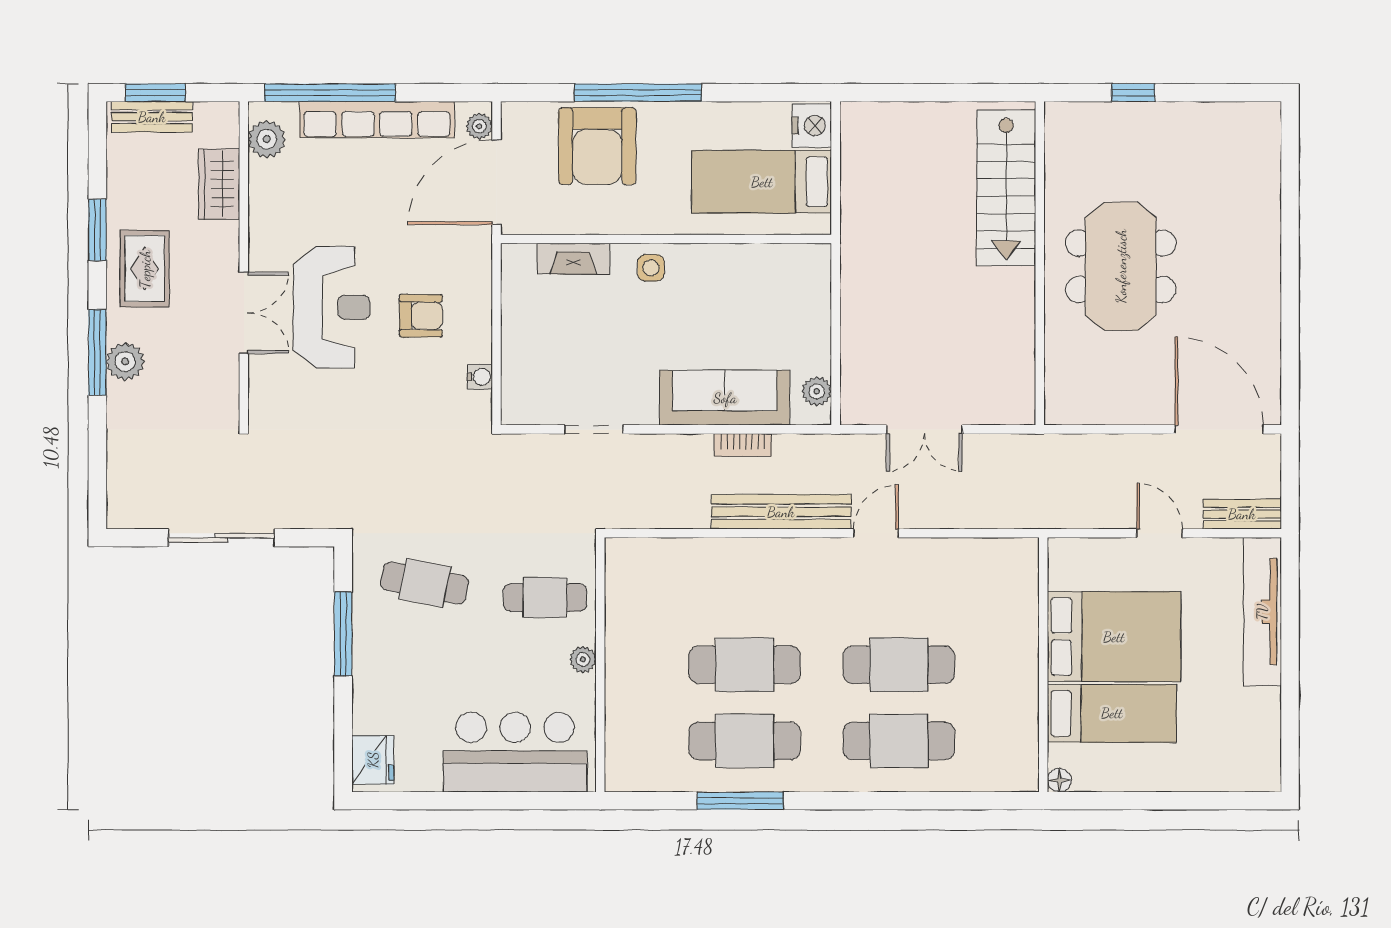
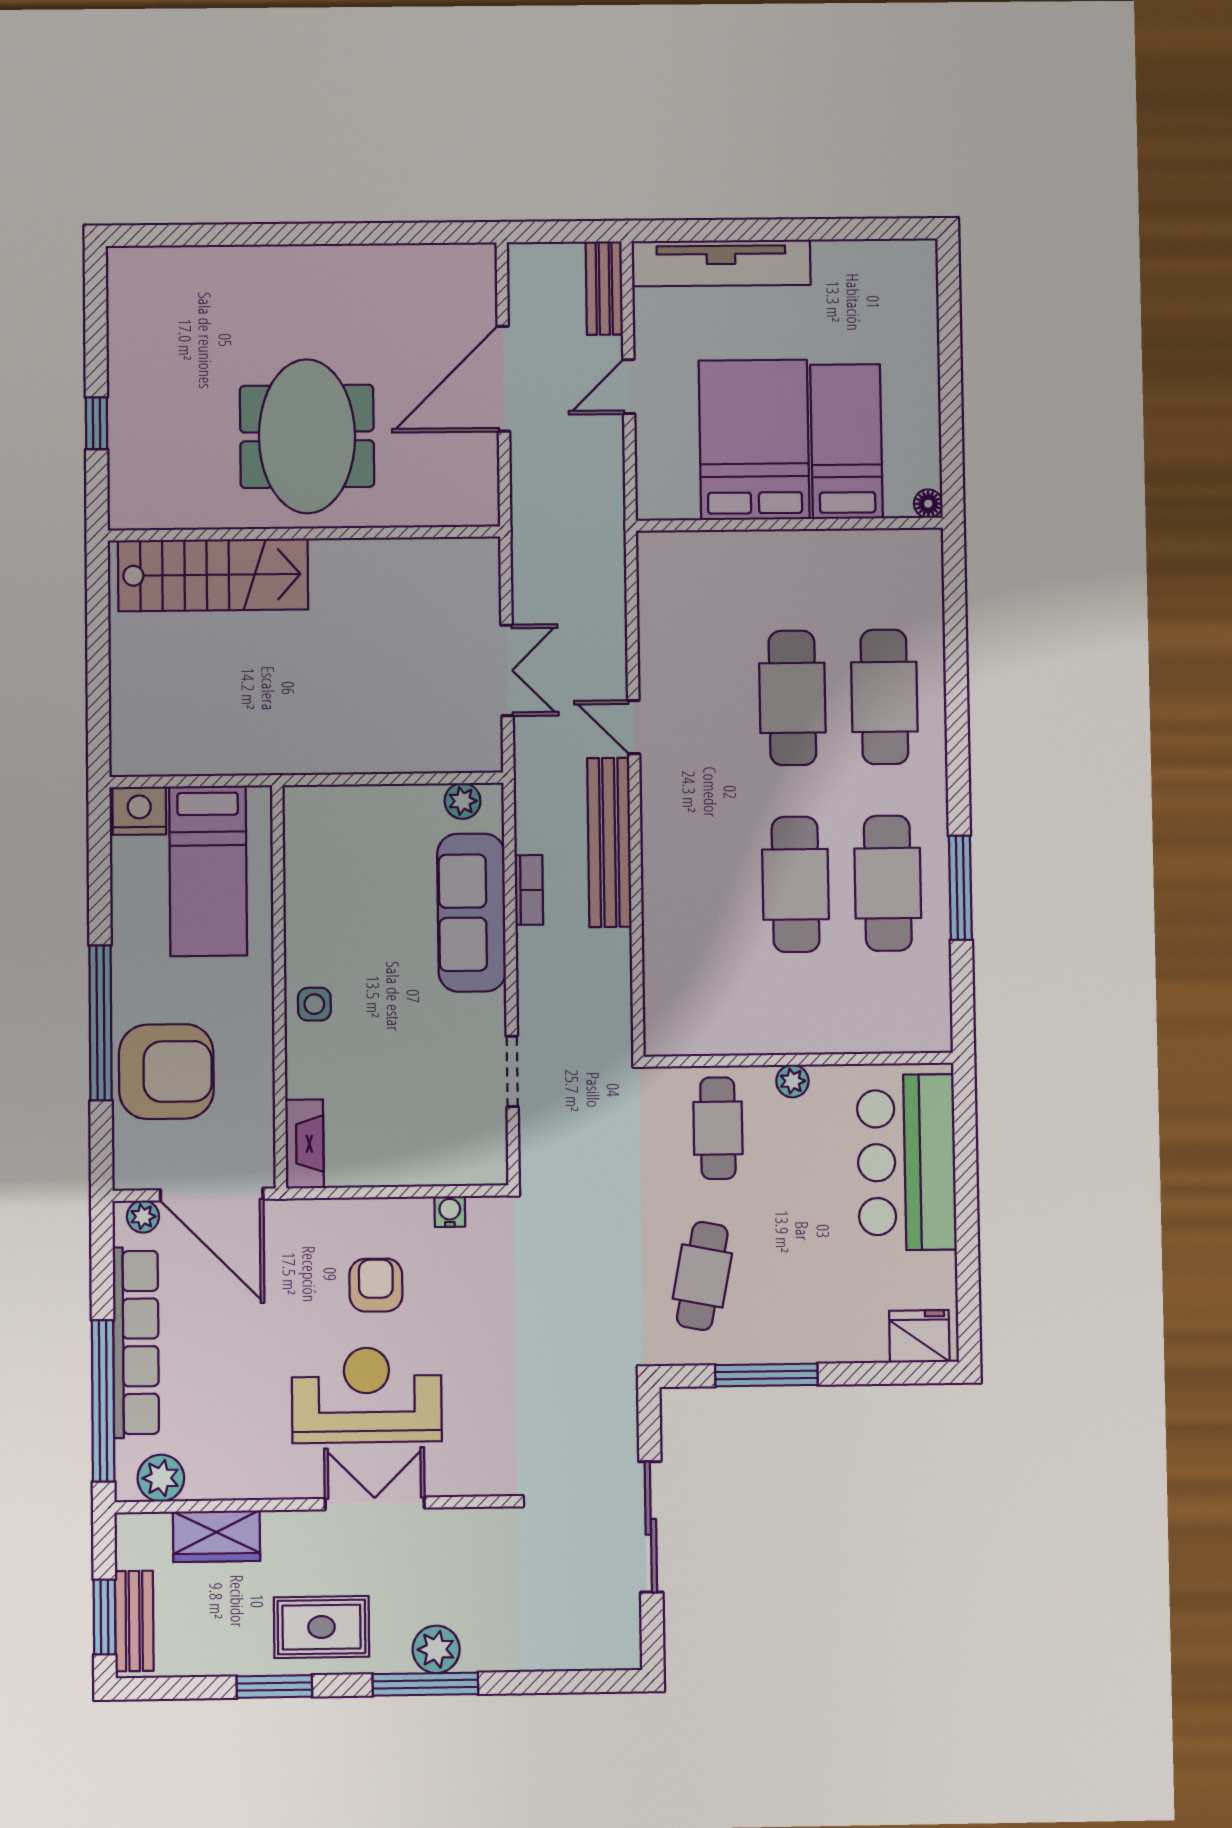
fireplace: (573, 259) -> (305, 1144), moved
meeting table: (1121, 266) -> (307, 436), turned 90
door: (1219, 429) -> (503, 379), moved

